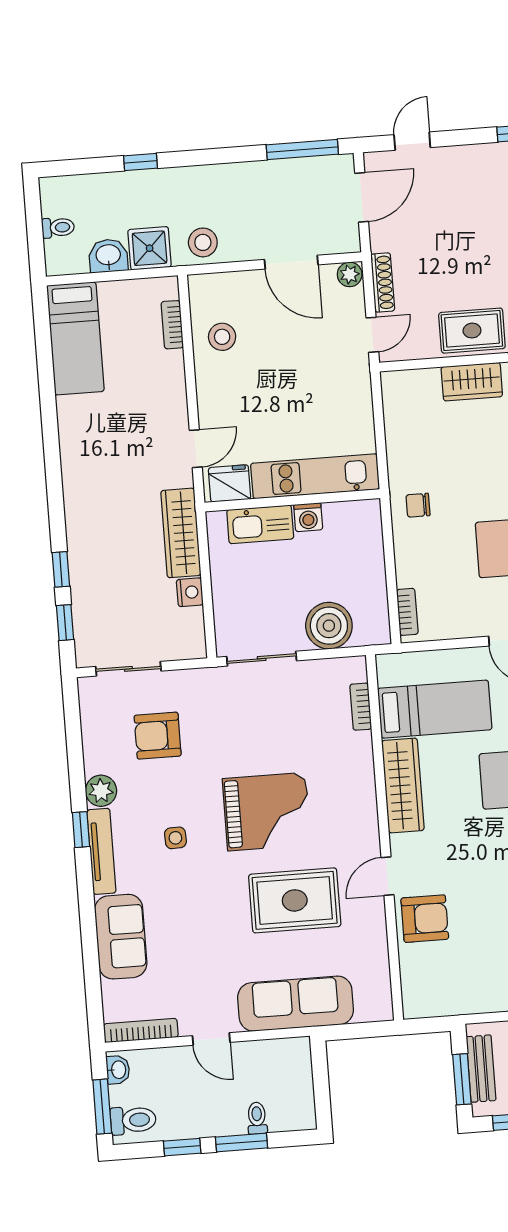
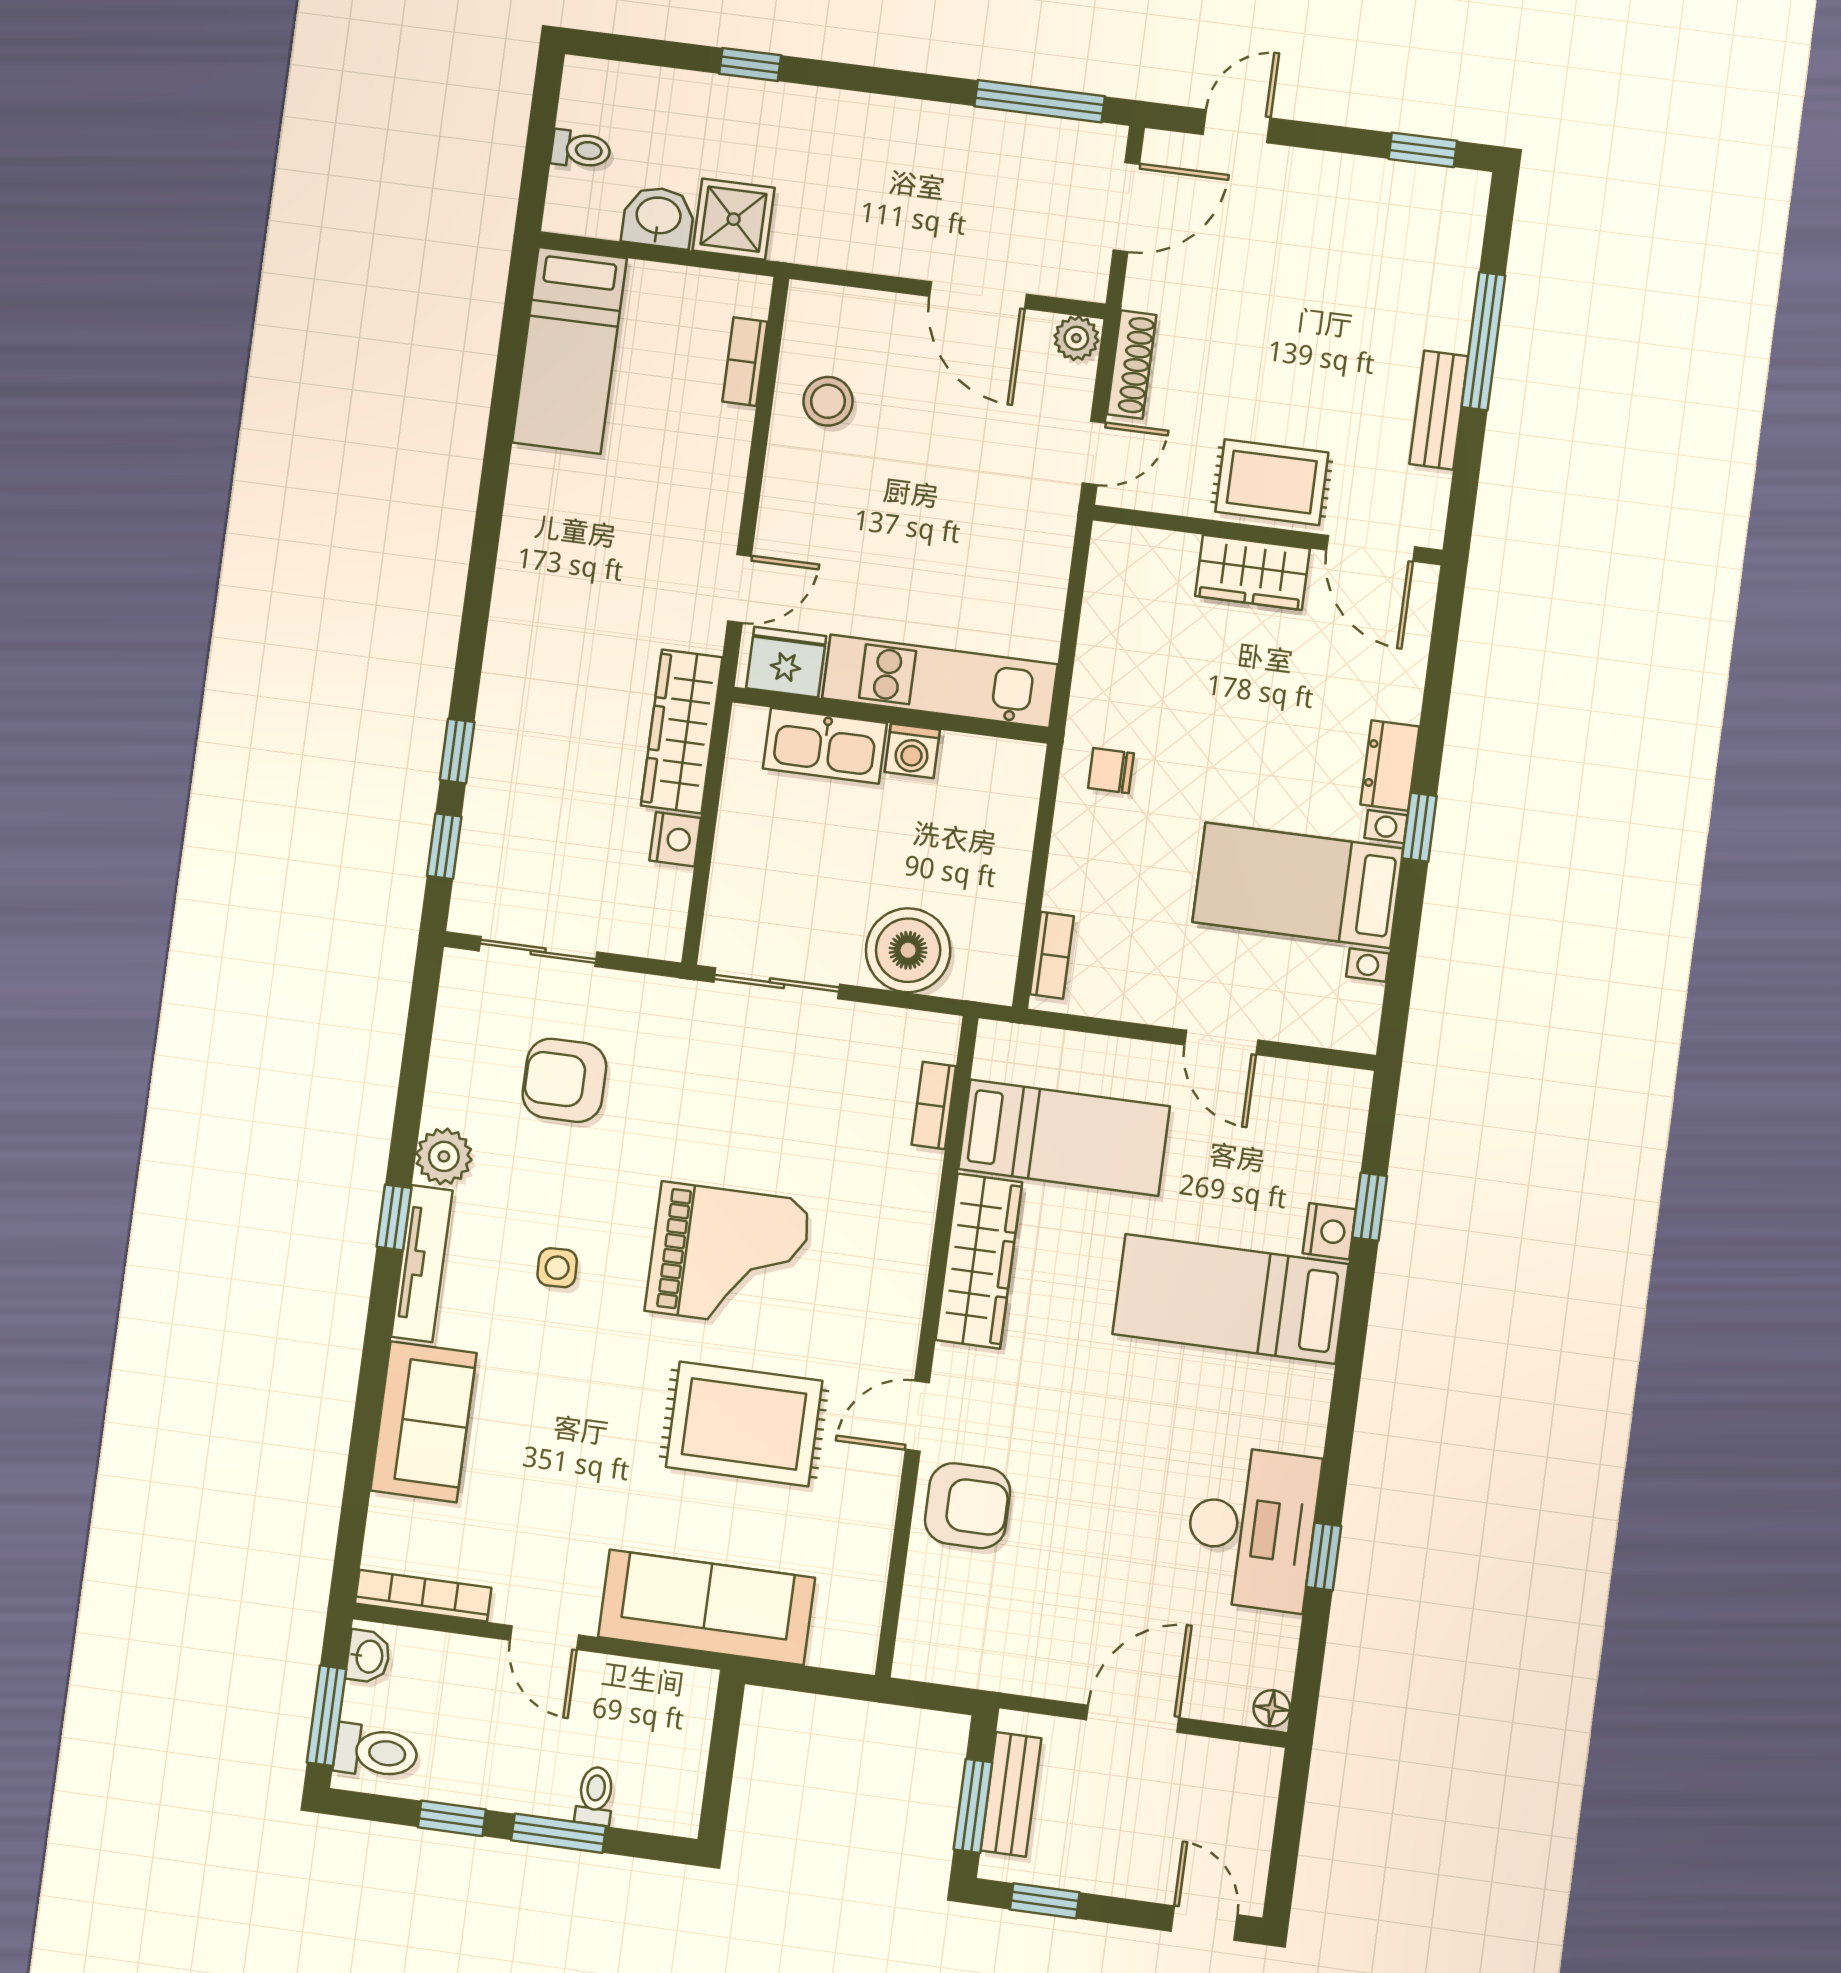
stool: (203, 242) -> (830, 228), removed

